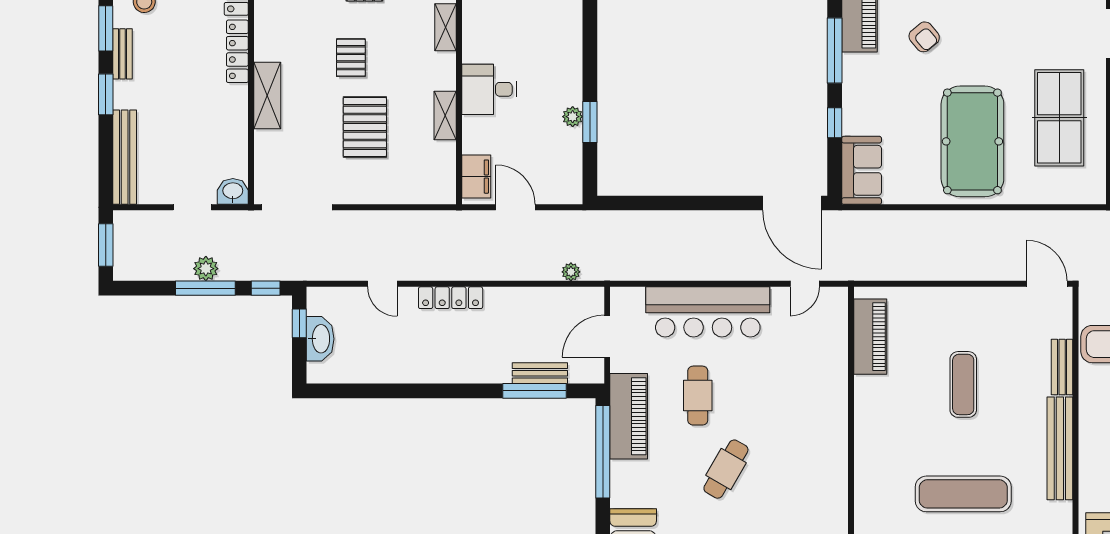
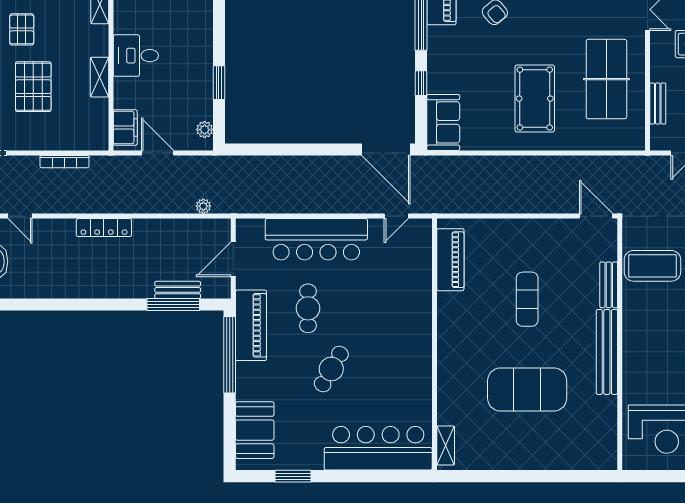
plant: (573, 117) -> (205, 130), moved
pool table: (972, 141) -> (535, 99), width x0.73, depth x0.76
bookcase: (403, 218) -> (65, 162), added
door: (382, 284) -> (20, 216), moved
exercise mat: (963, 494) -> (527, 390), width x1.47

